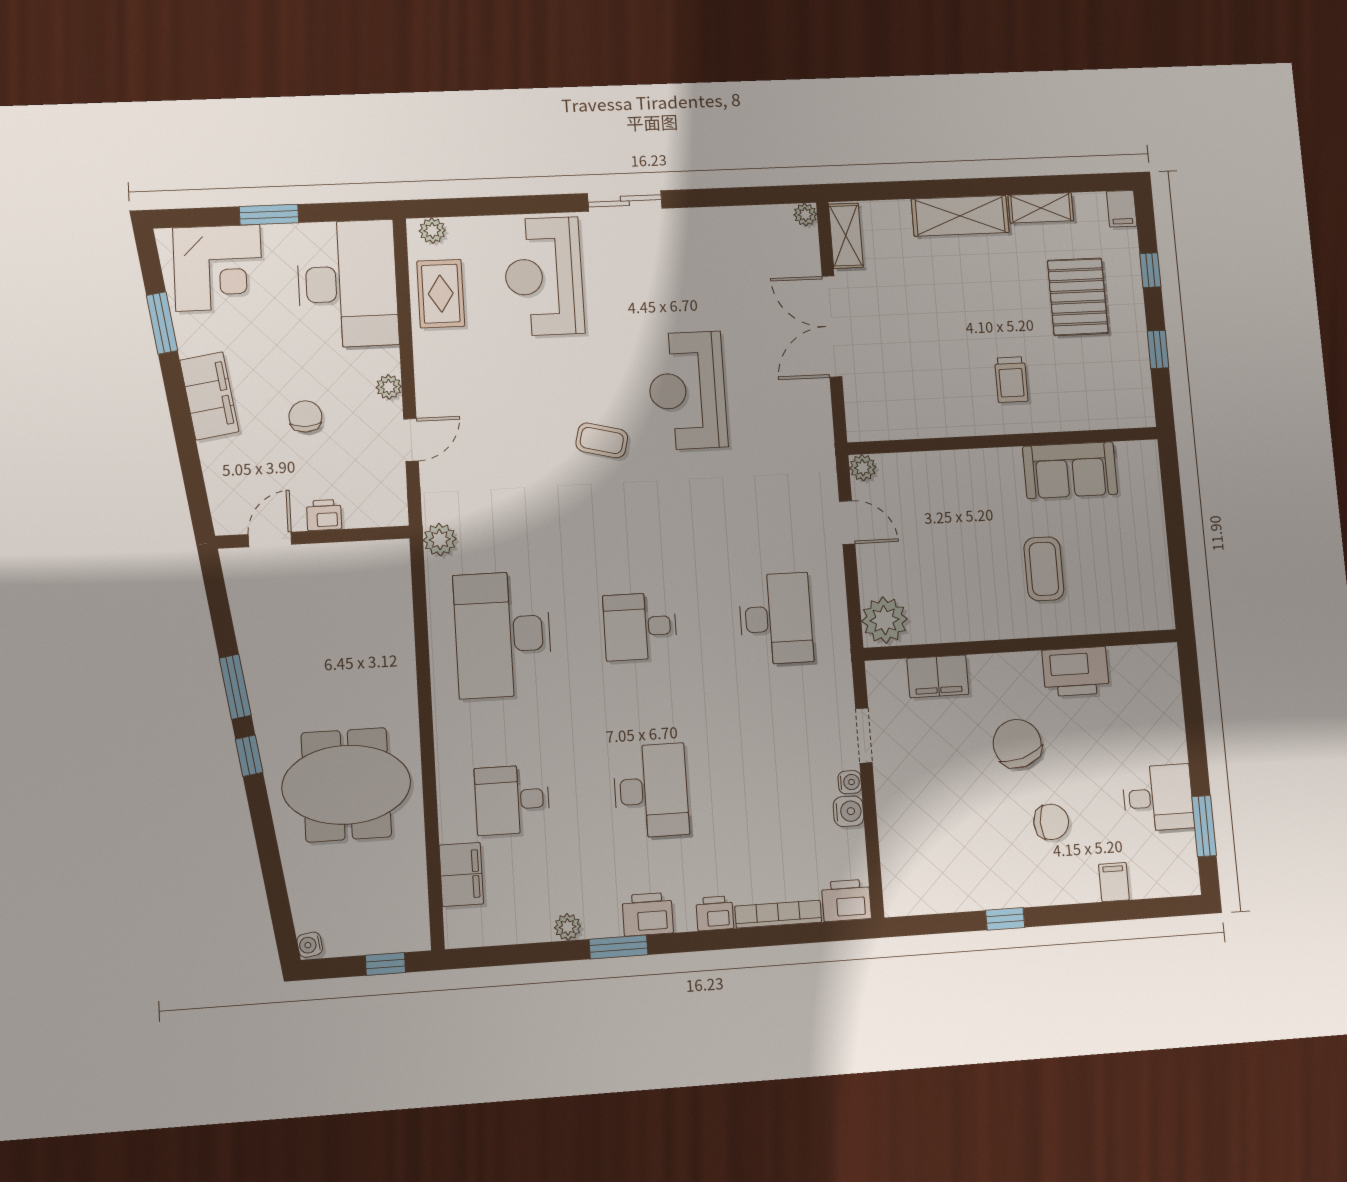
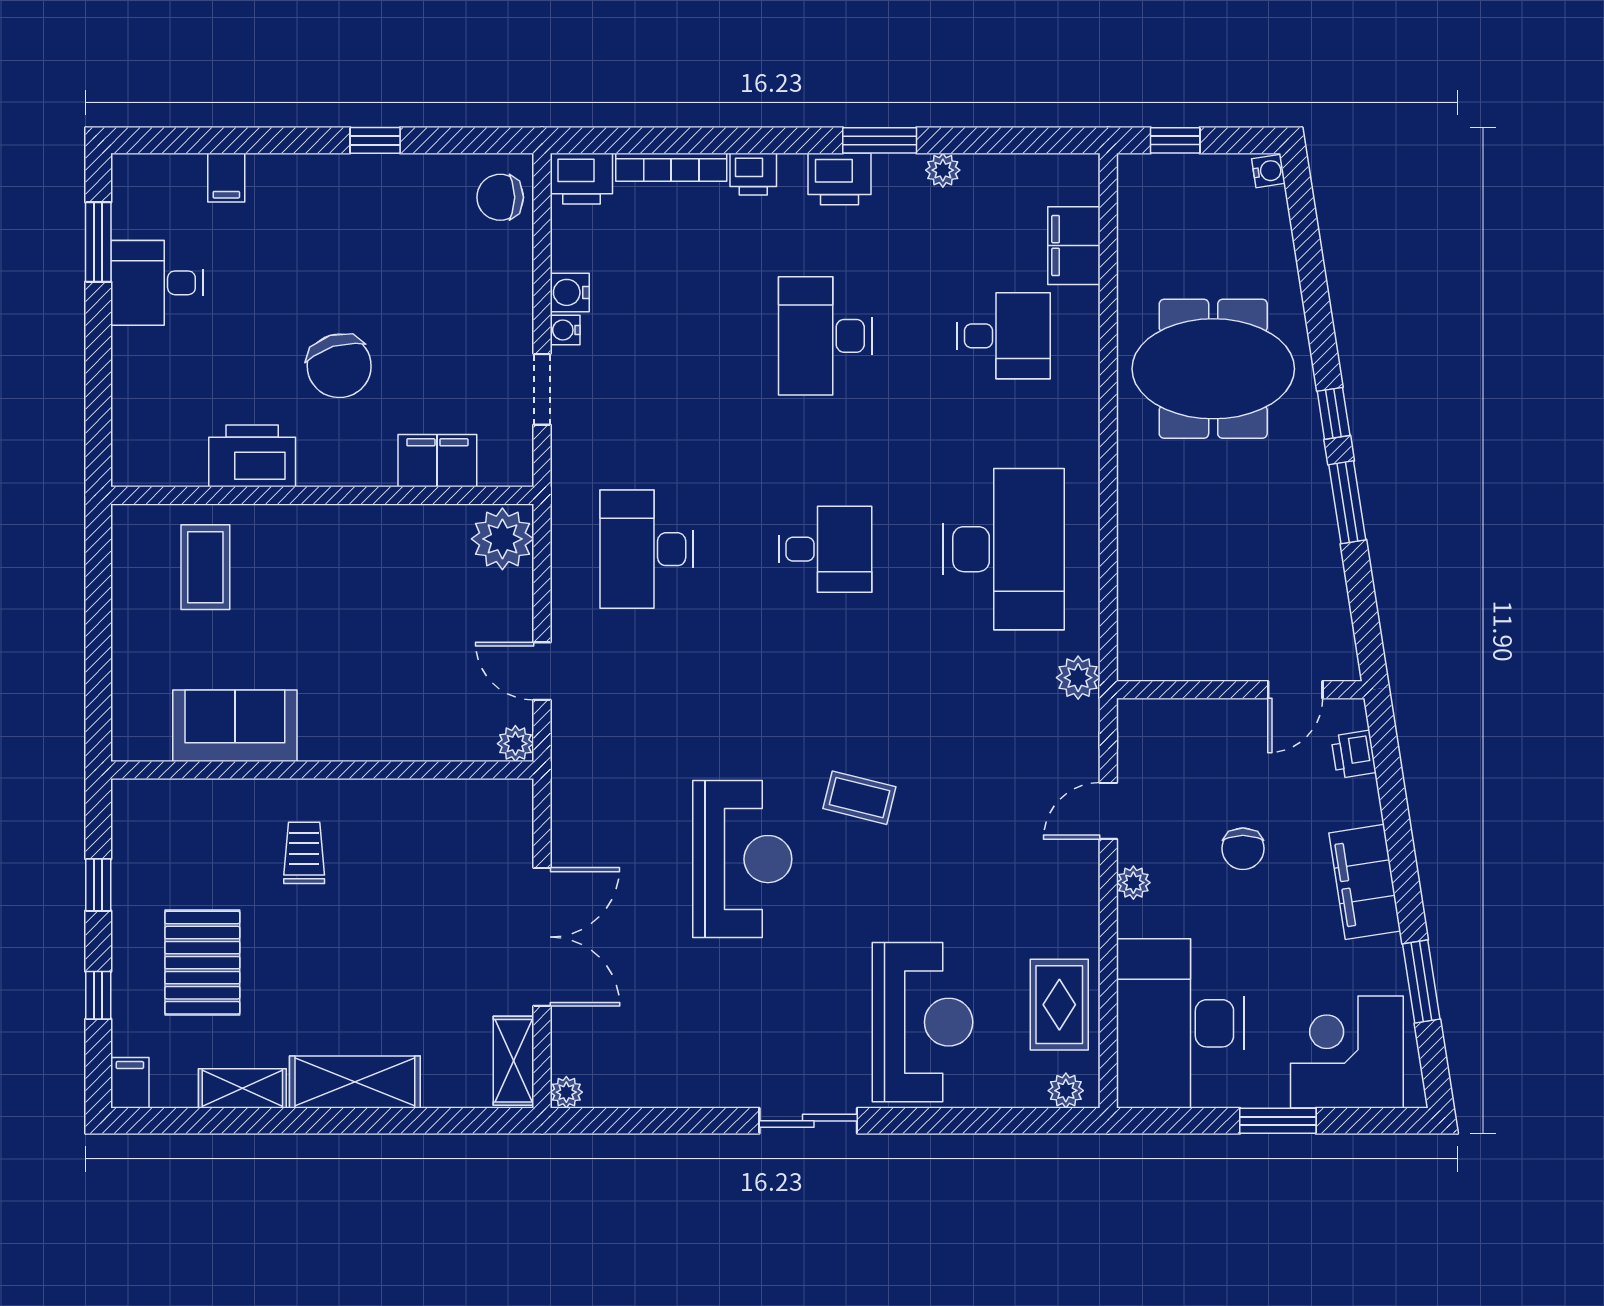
printer: (324, 515) -> (1353, 754), moved, turned 81
coffee table: (1044, 569) -> (205, 567), moved
chair: (1051, 822) -> (500, 197), moved

